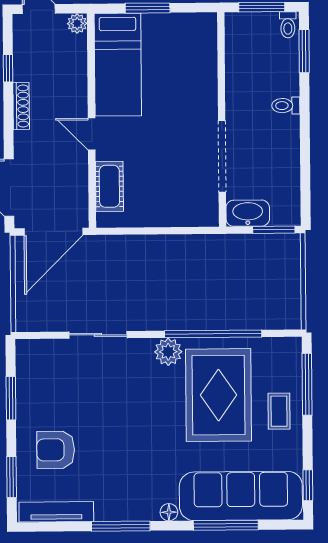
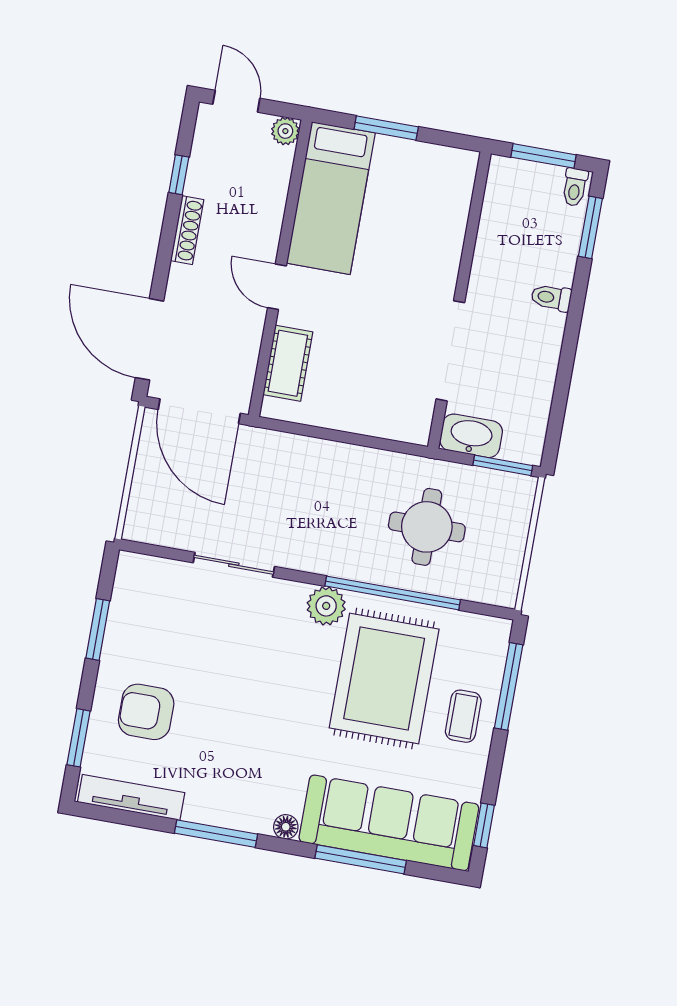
door: (53, 232) -> (199, 411), hinge flipped
round table: (229, 283) -> (427, 527), added

